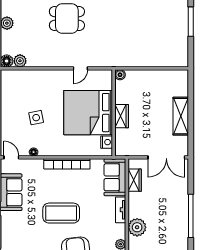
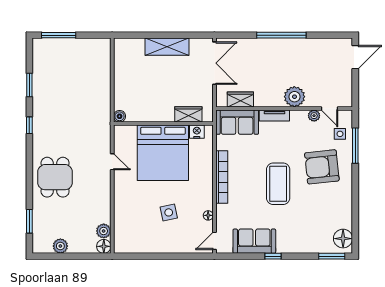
wardrobe: (122, 116) -> (188, 114), moved

